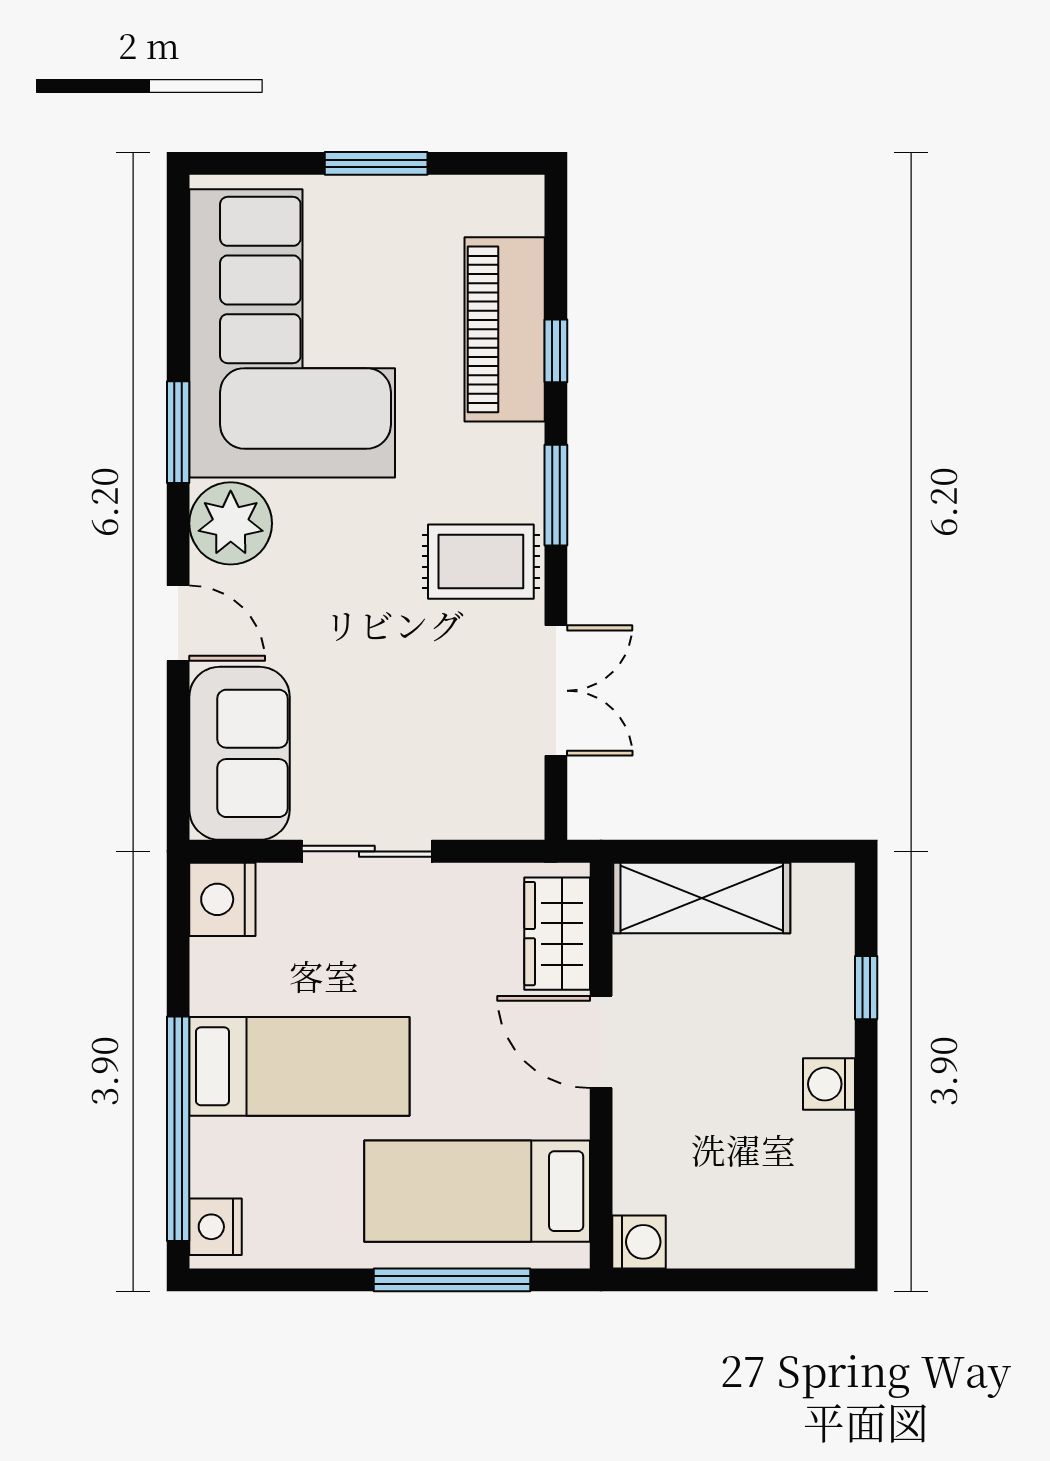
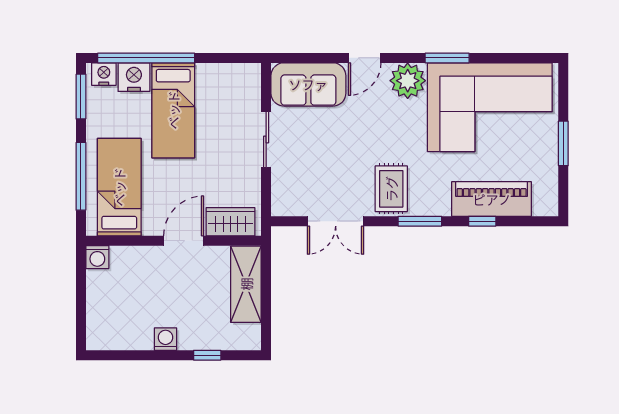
nightstand: (222, 899) -> (134, 77), moved
window: (267, 1280) -> (81, 97), added

